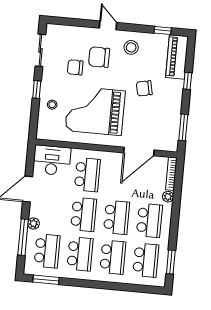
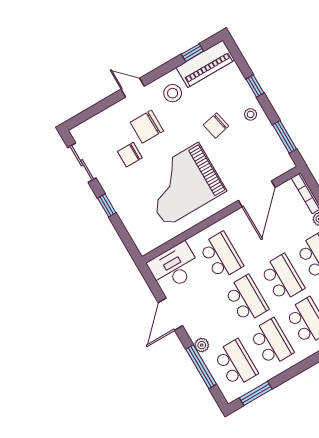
piano: (177, 57) -> (205, 64), moved, turned -90
stool: (52, 105) -> (251, 114), moved

